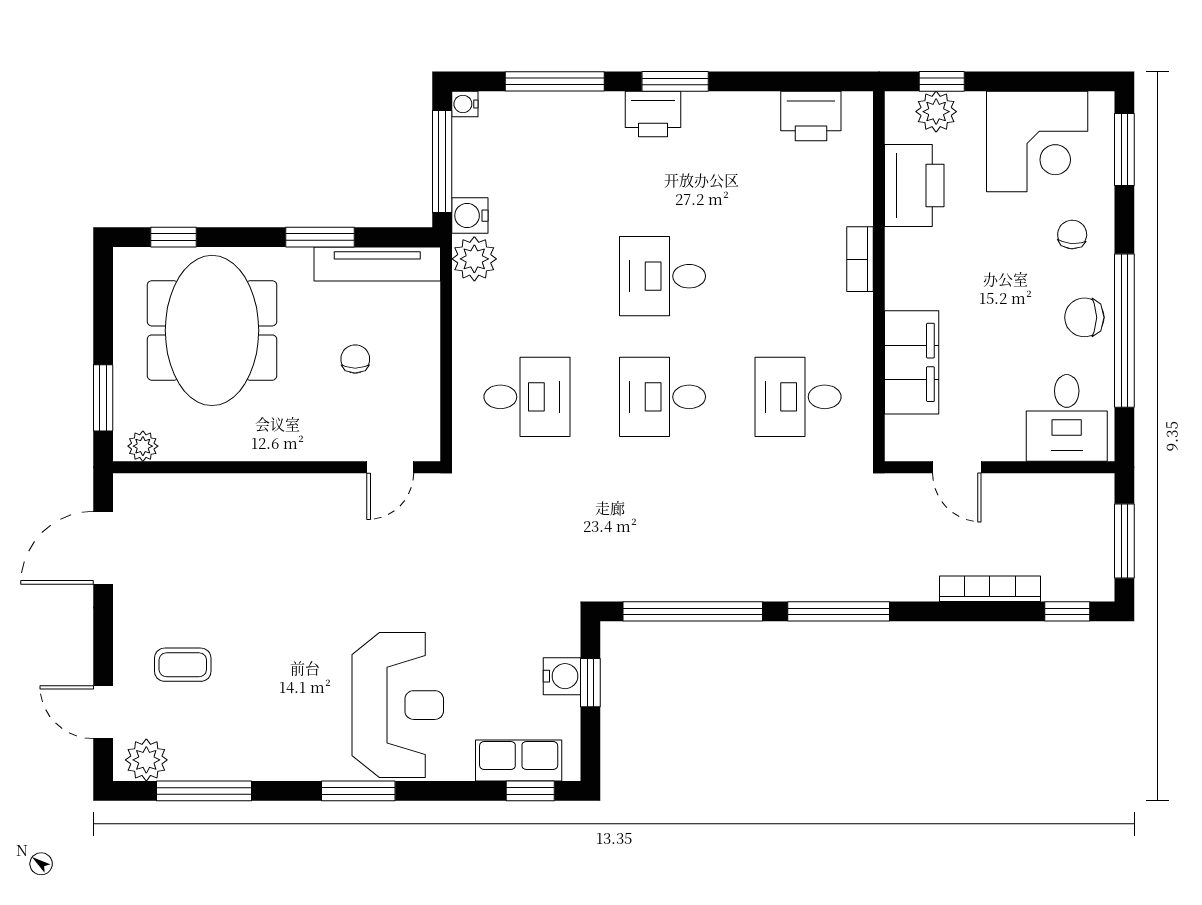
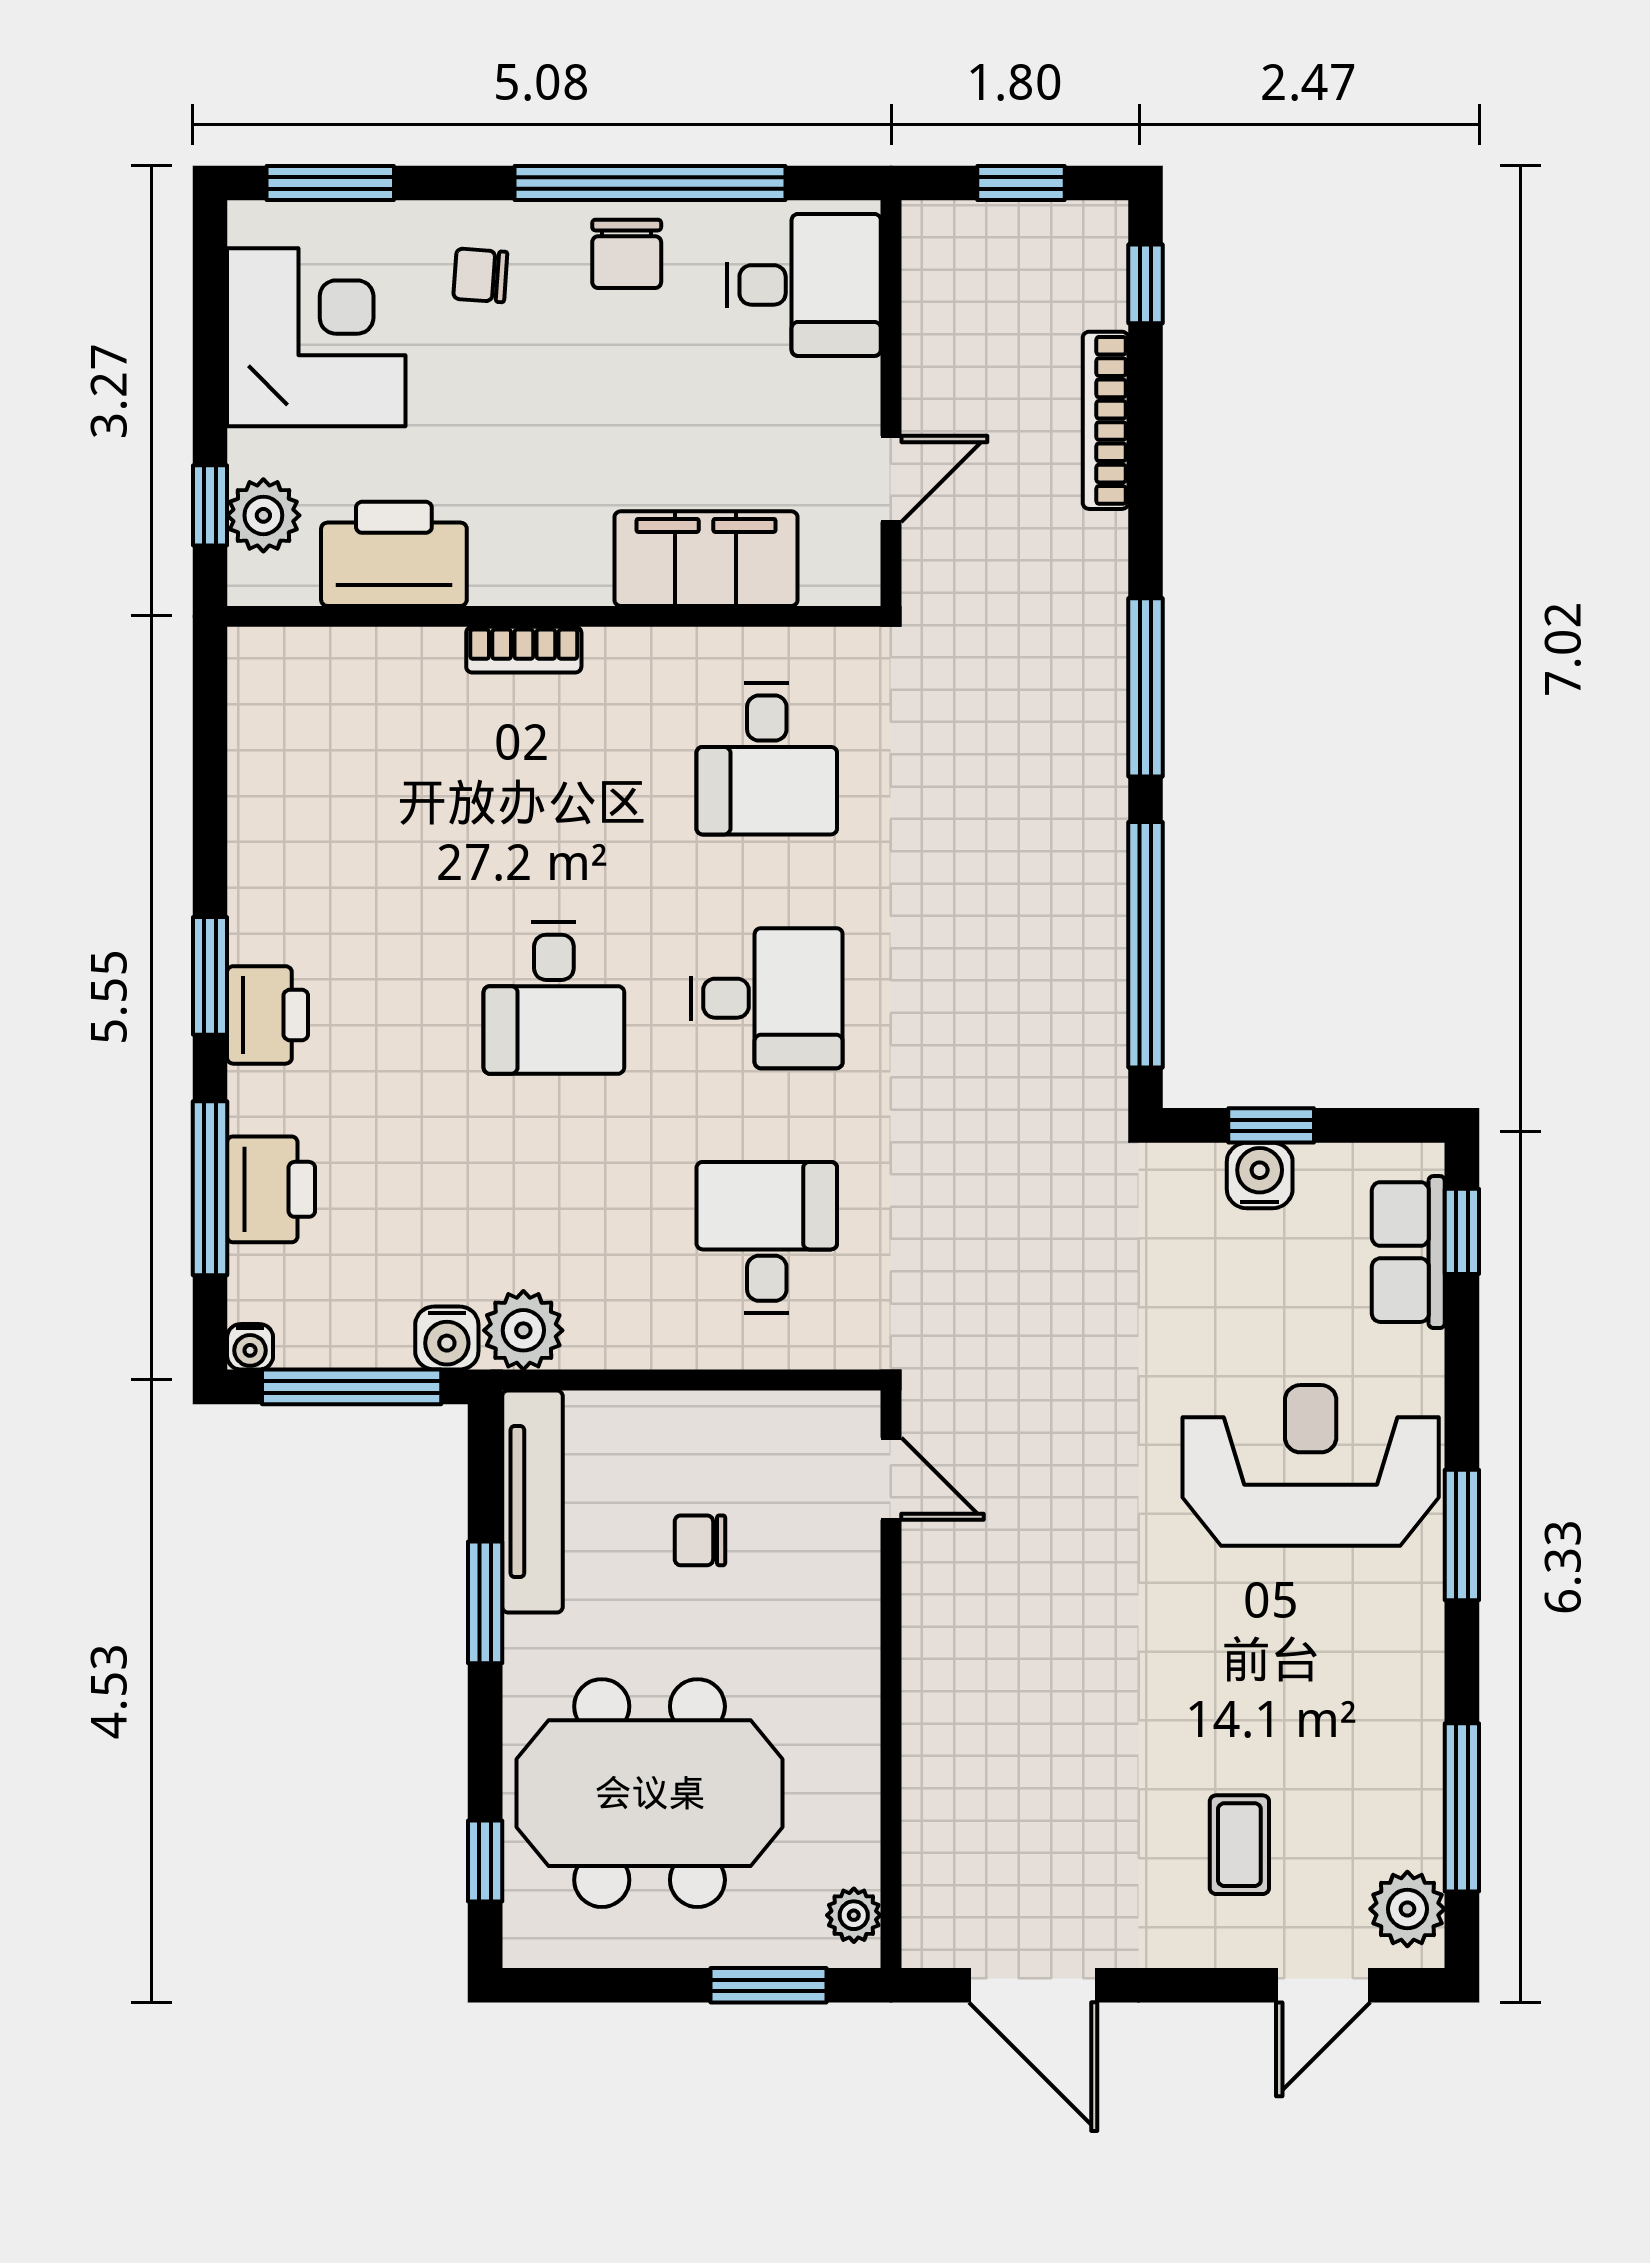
printer: (811, 116) -> (271, 1189), moved
desk: (663, 397) -> (767, 998), turned -90
window: (1124, 541) -> (1021, 183), width x0.67

